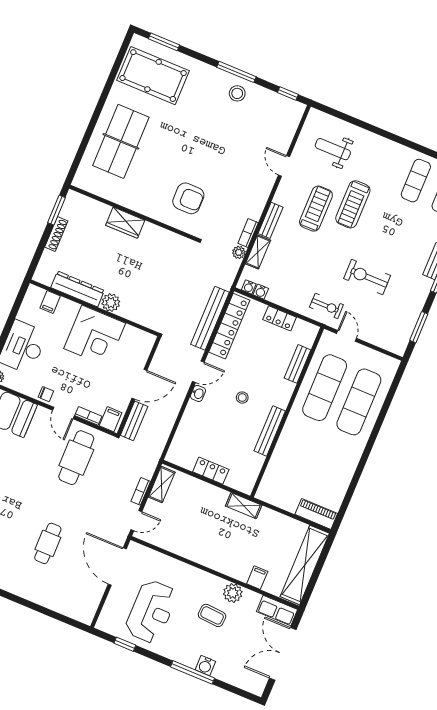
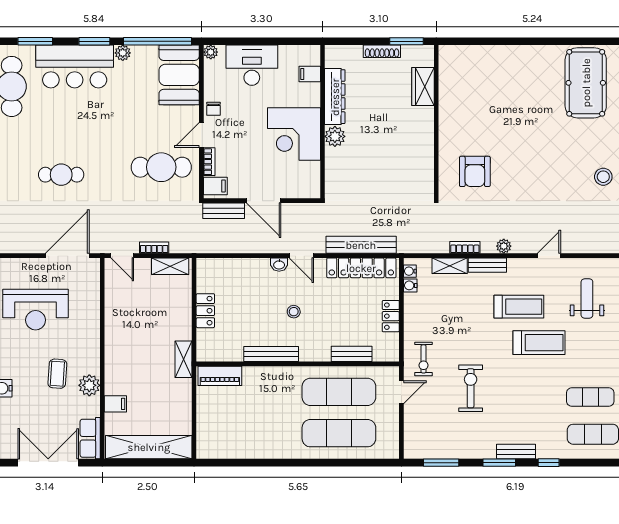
table tennis table: (121, 141) -> (504, 78), removed
treadmill: (353, 204) -> (539, 343), turned 180
wardrobe: (125, 223) -> (423, 87), moved
plant: (239, 252) -> (504, 246), moved
piano: (316, 514) -> (220, 376), moved, turned 90

